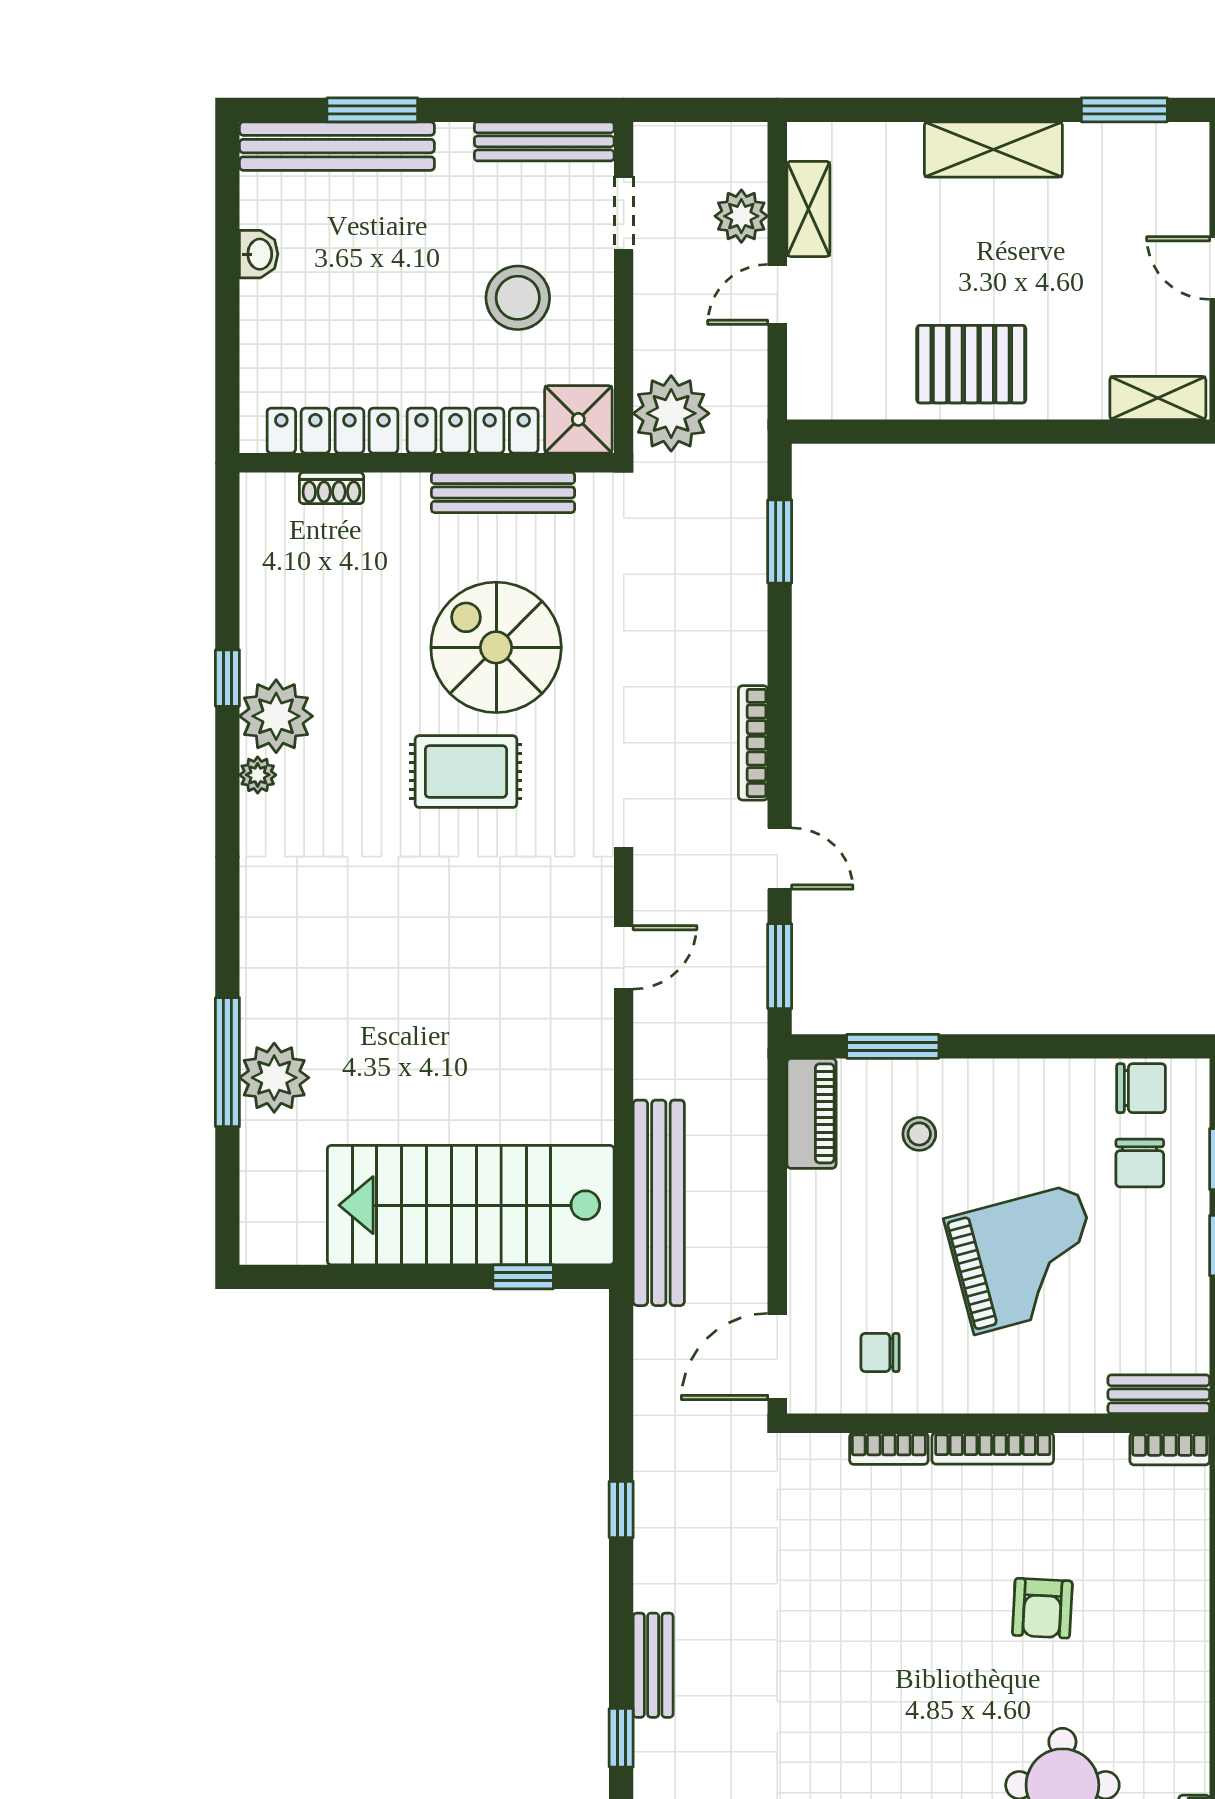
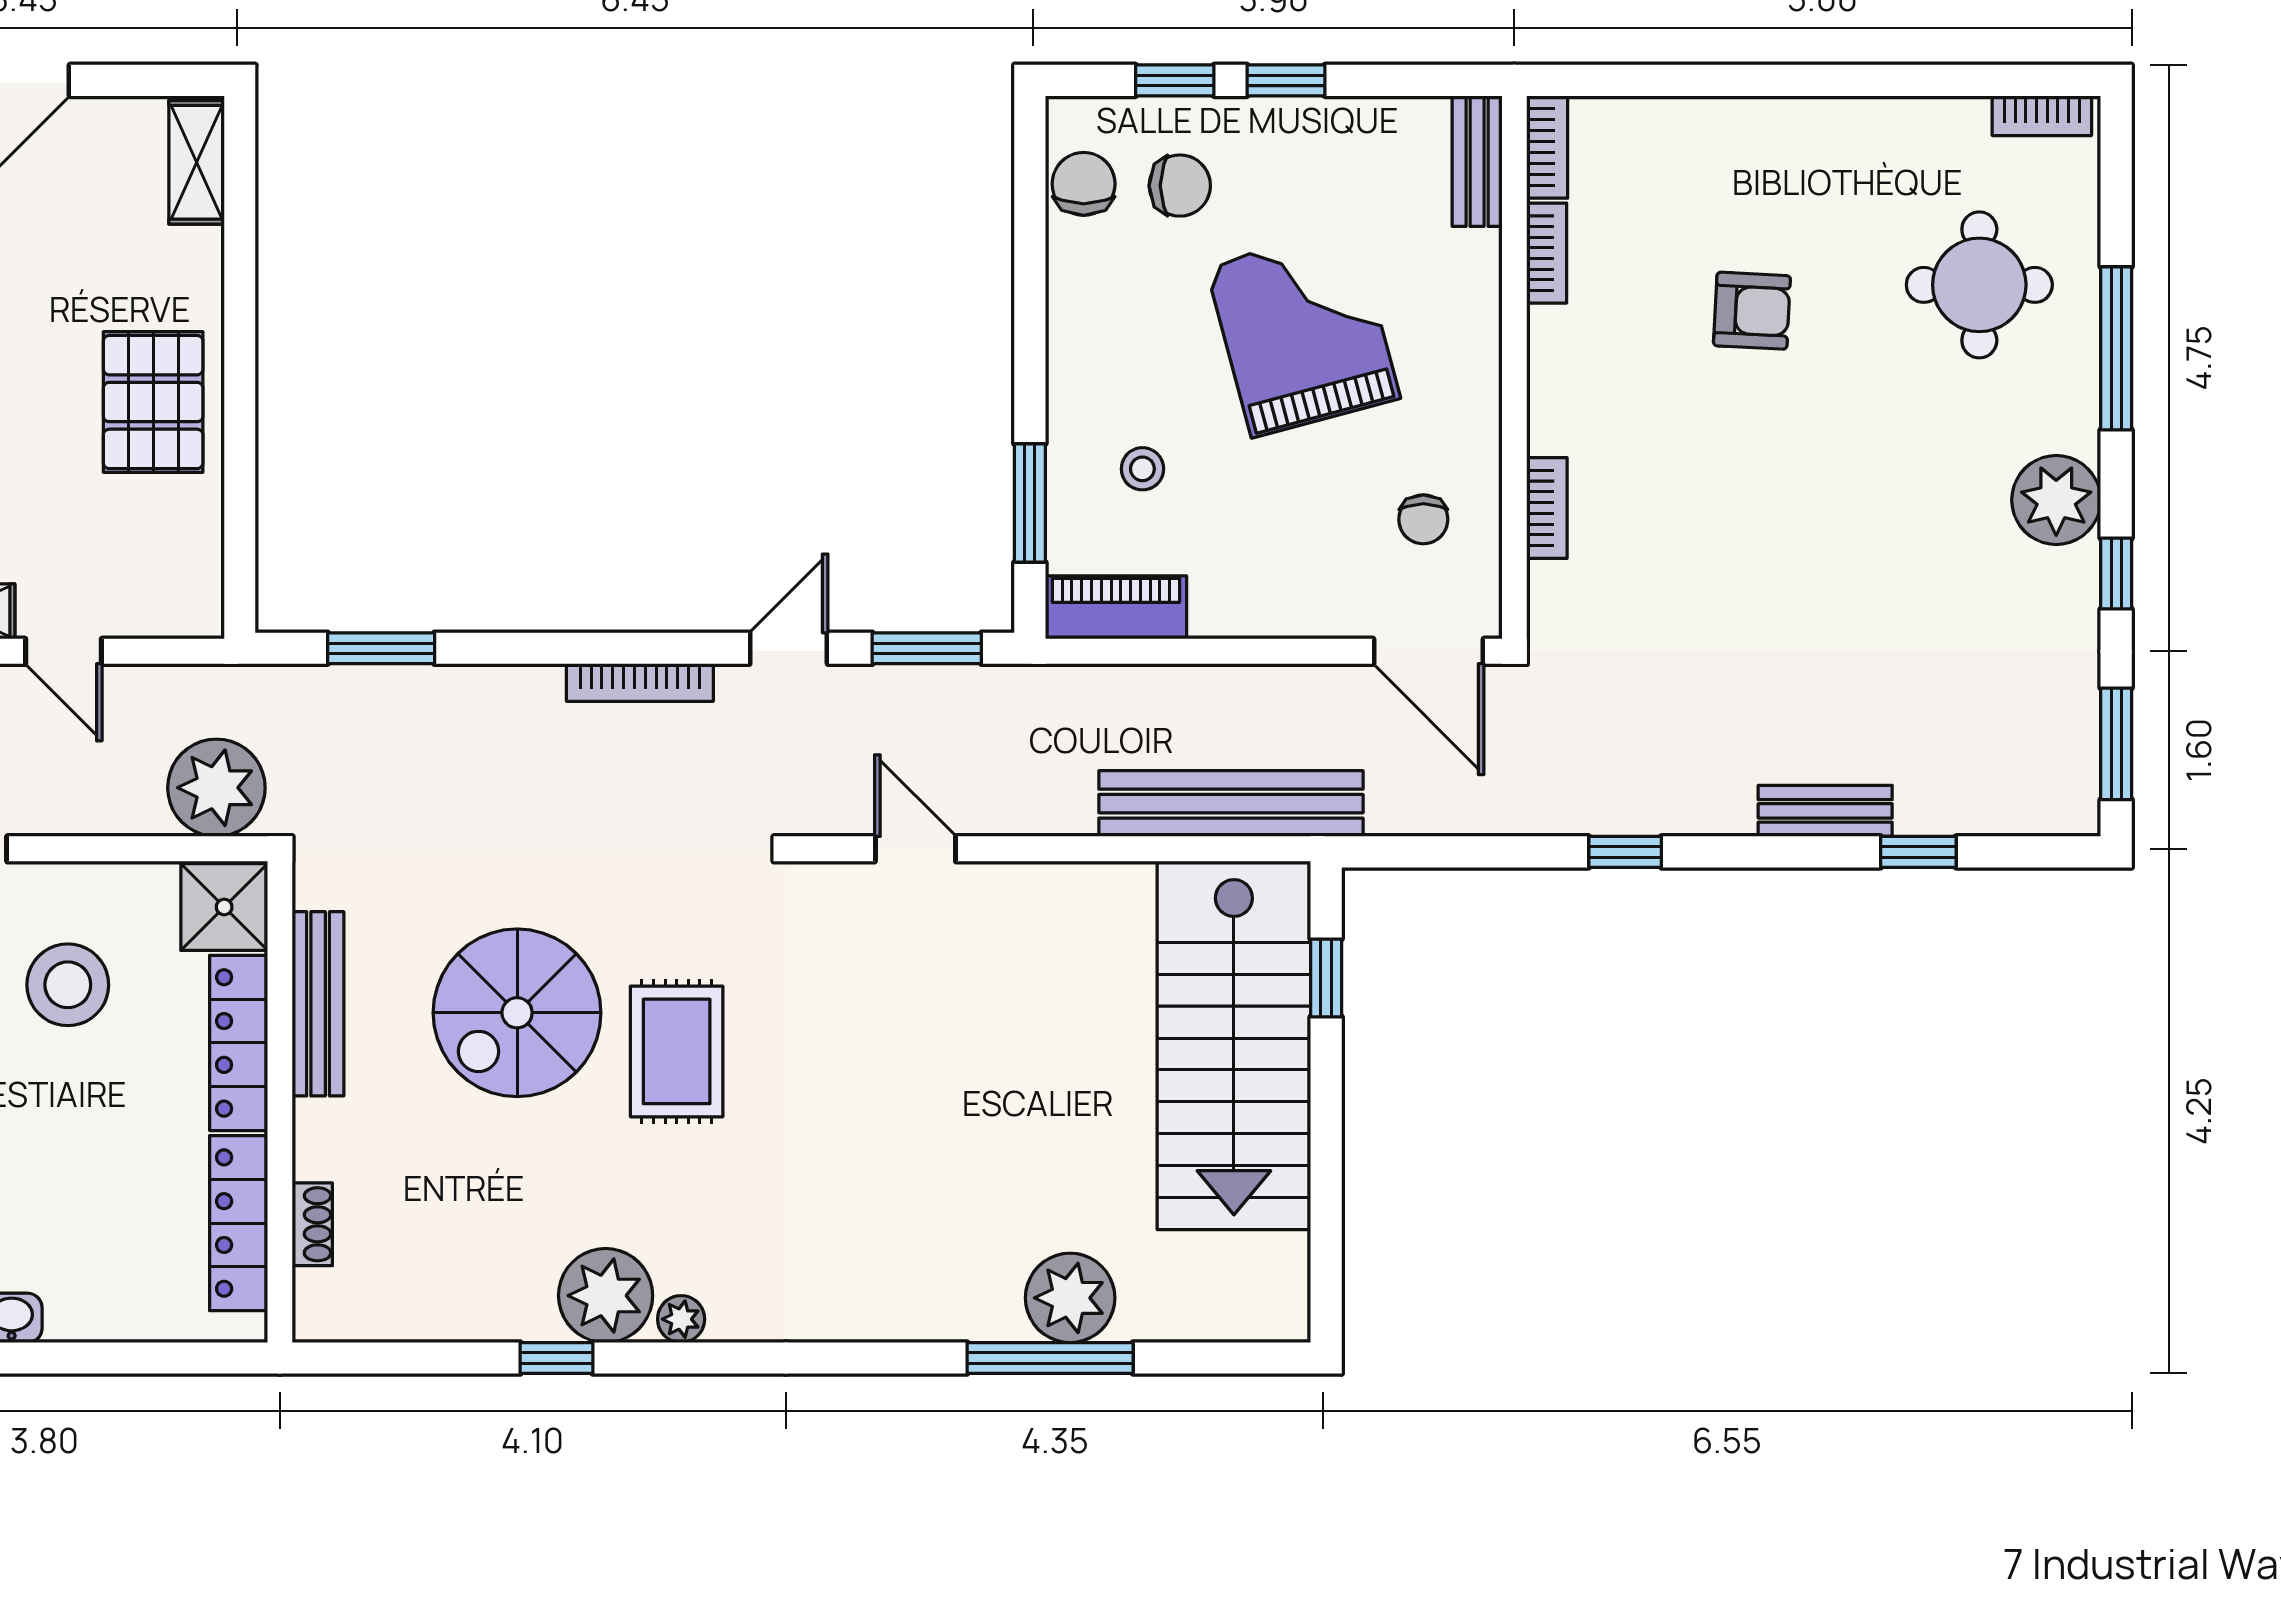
bookcase: (993, 1449) -> (1547, 253), moved, width x0.64

